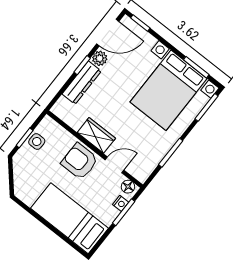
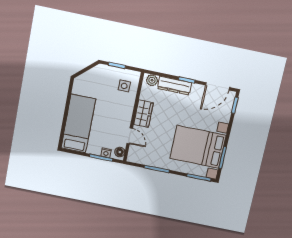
door: (108, 33) -> (218, 86), hinge flipped
plant: (100, 58) -> (152, 80), moved
side table: (37, 142) -> (124, 86), moved
armchair: (80, 161) -> (120, 111), removed

